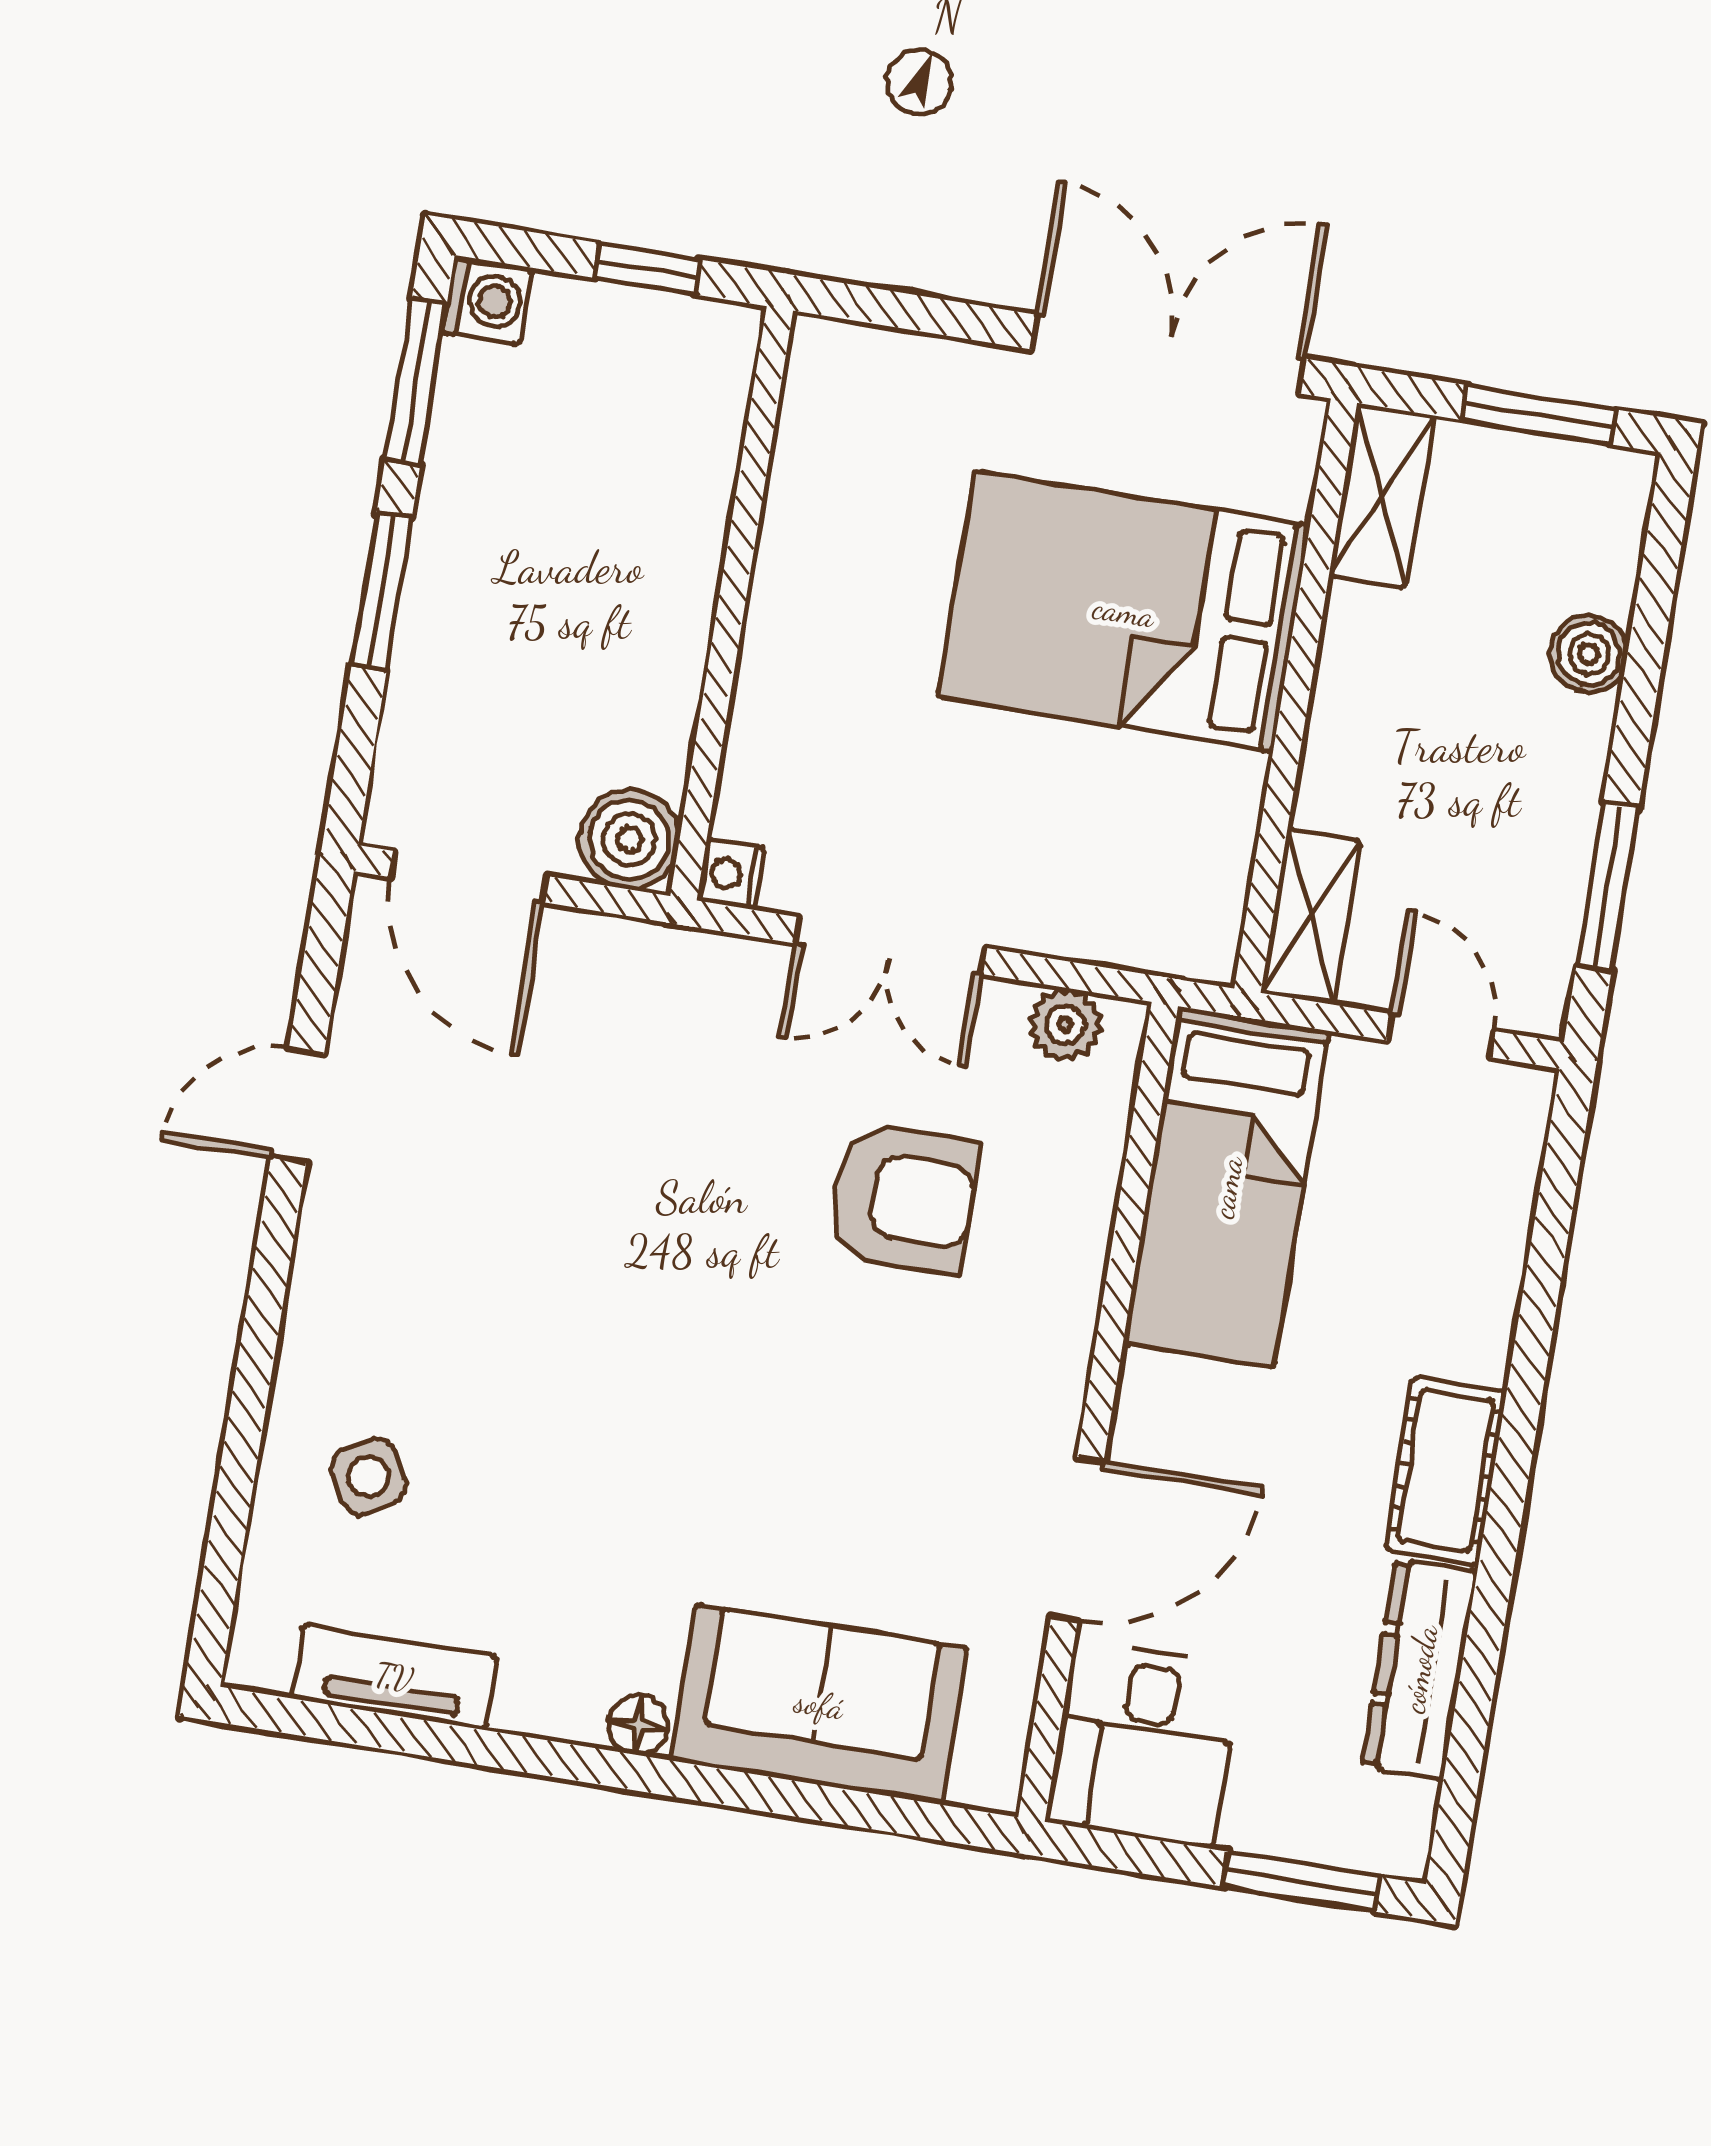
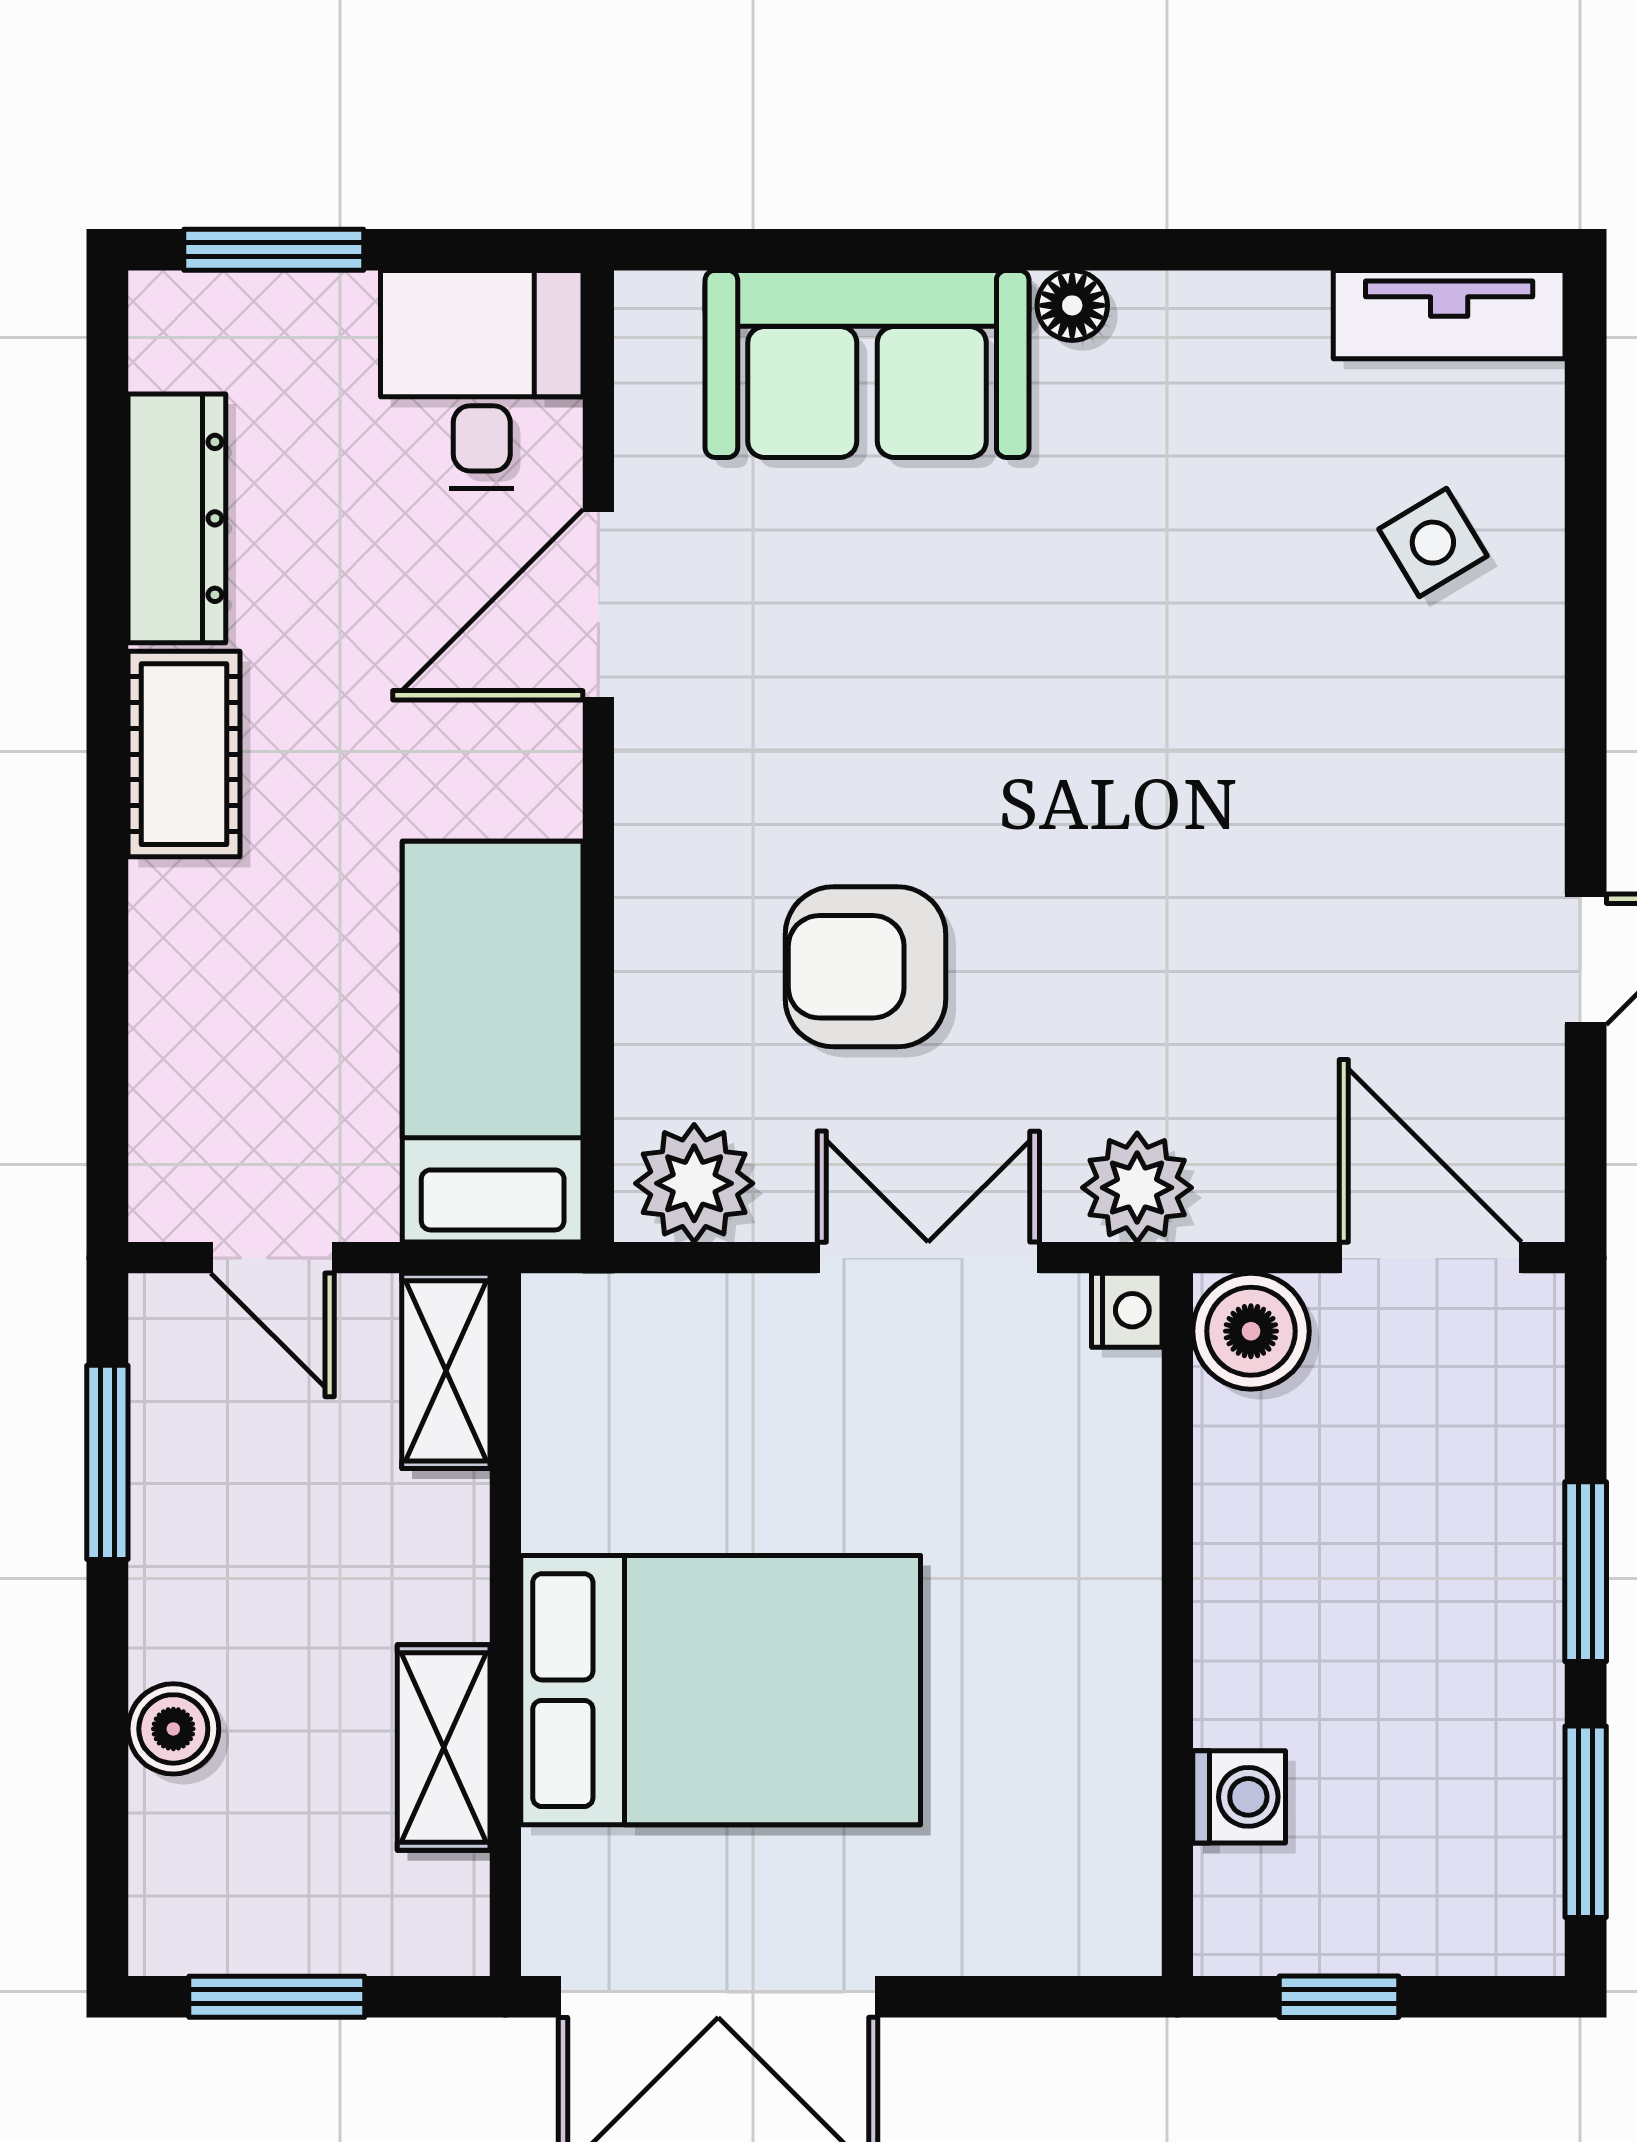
washing machine: (487, 300) -> (1239, 1797), moved, turned 180
shelving: (1382, 495) -> (444, 1747), moved
plant: (705, 976) -> (1137, 1188), added
plant: (1065, 1024) -> (694, 1183), width x1.38, depth x1.38
tv unit: (394, 1677) -> (1449, 315), moved

